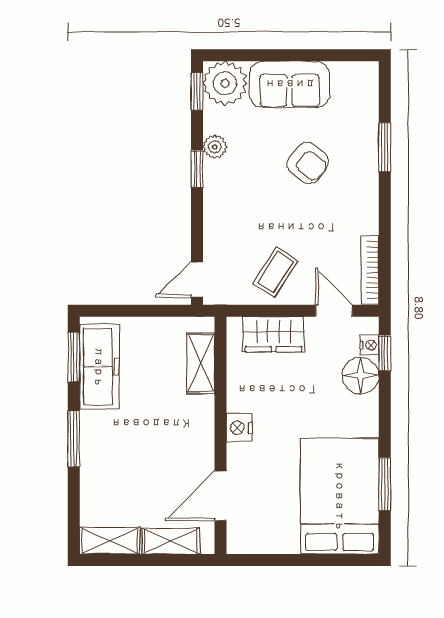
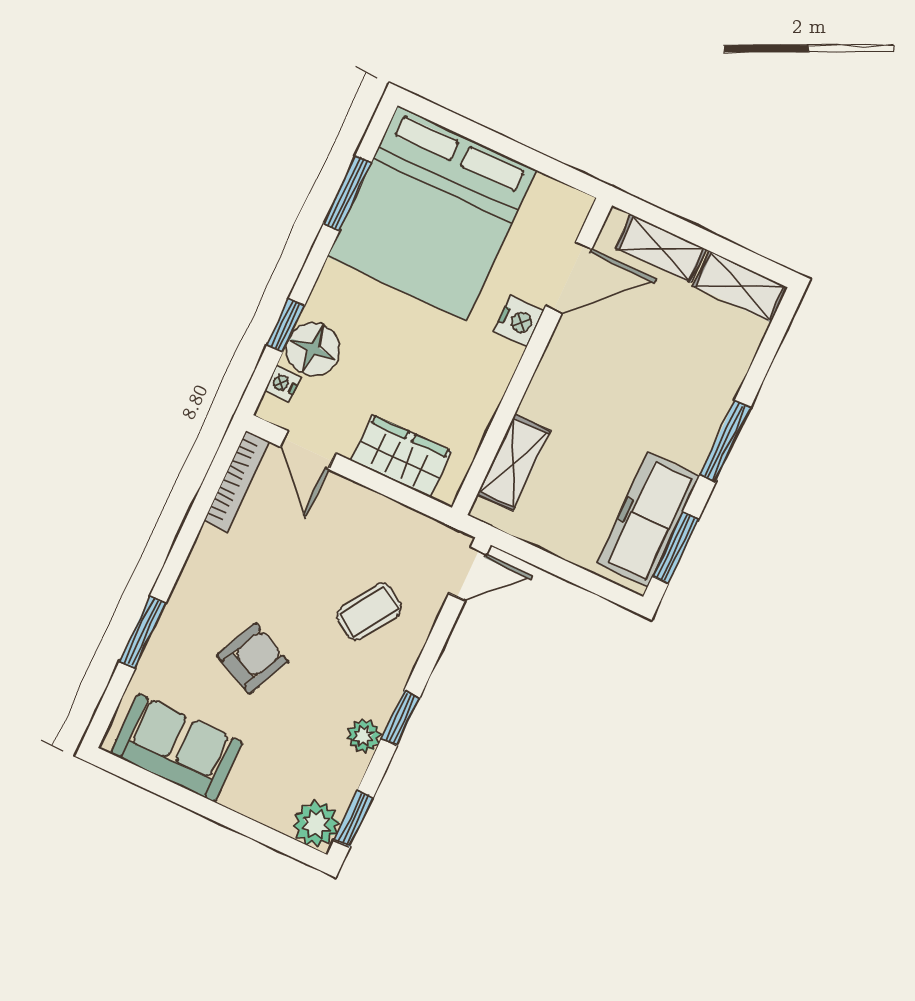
plant: (225, 83) -> (316, 824), width x0.73, depth x0.73
sofa: (290, 84) -> (176, 748), moved
armchair: (308, 163) -> (252, 658), turned 76
coffee table: (275, 272) -> (369, 611), moved
window: (385, 353) -> (286, 325), moved
nightstand: (239, 428) -> (519, 321), moved
bed: (340, 496) -> (432, 213), width x1.36

